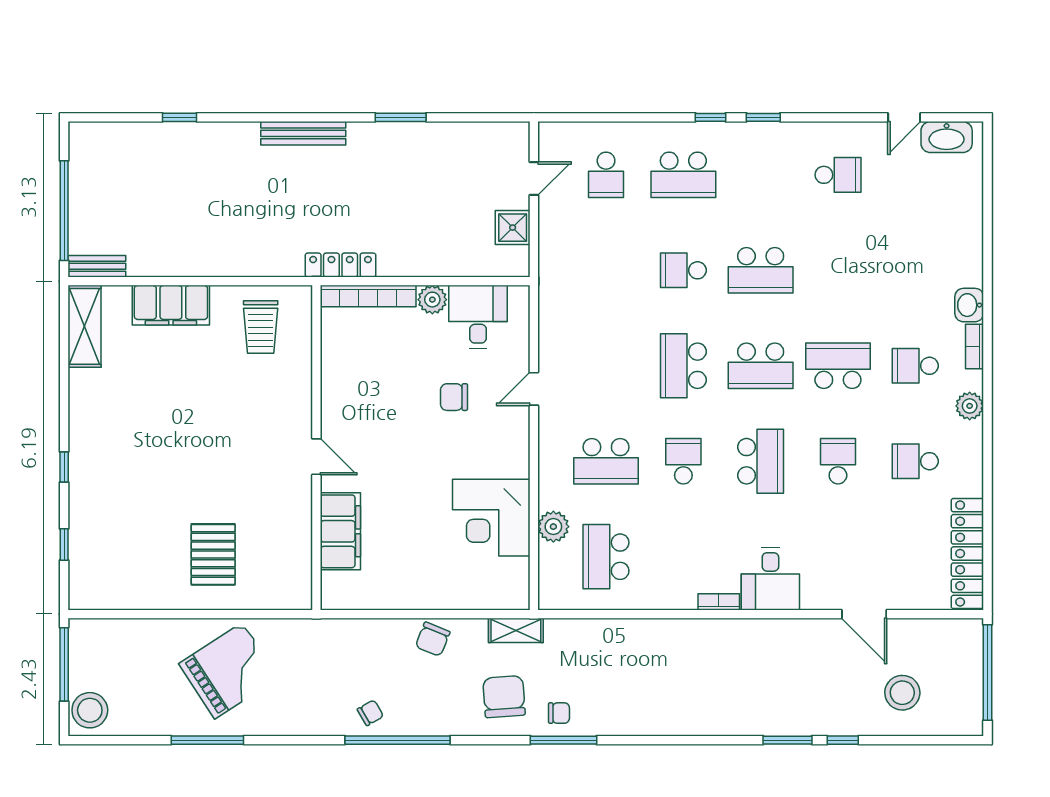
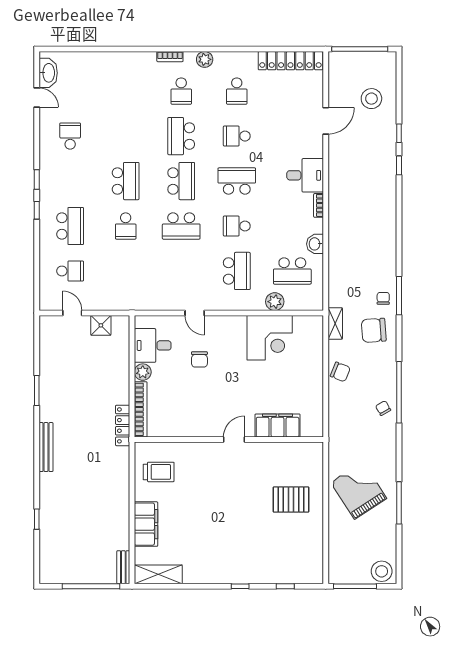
washbasin: (969, 305) -> (315, 244), moved, turned 90
window: (788, 740) -> (399, 165), width x0.67

